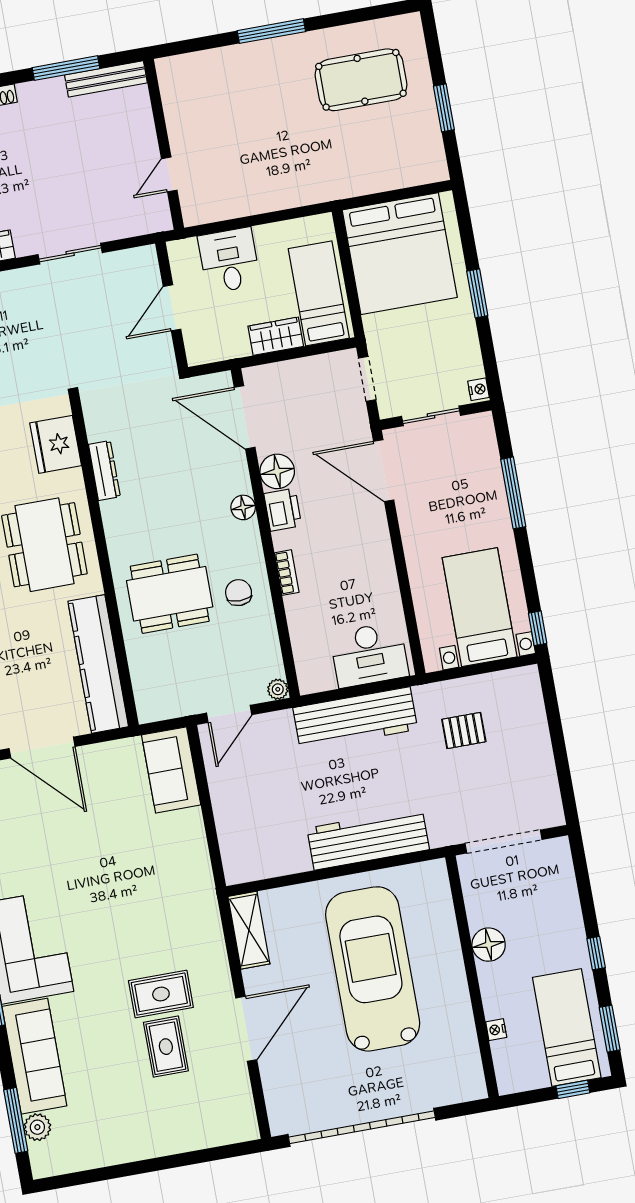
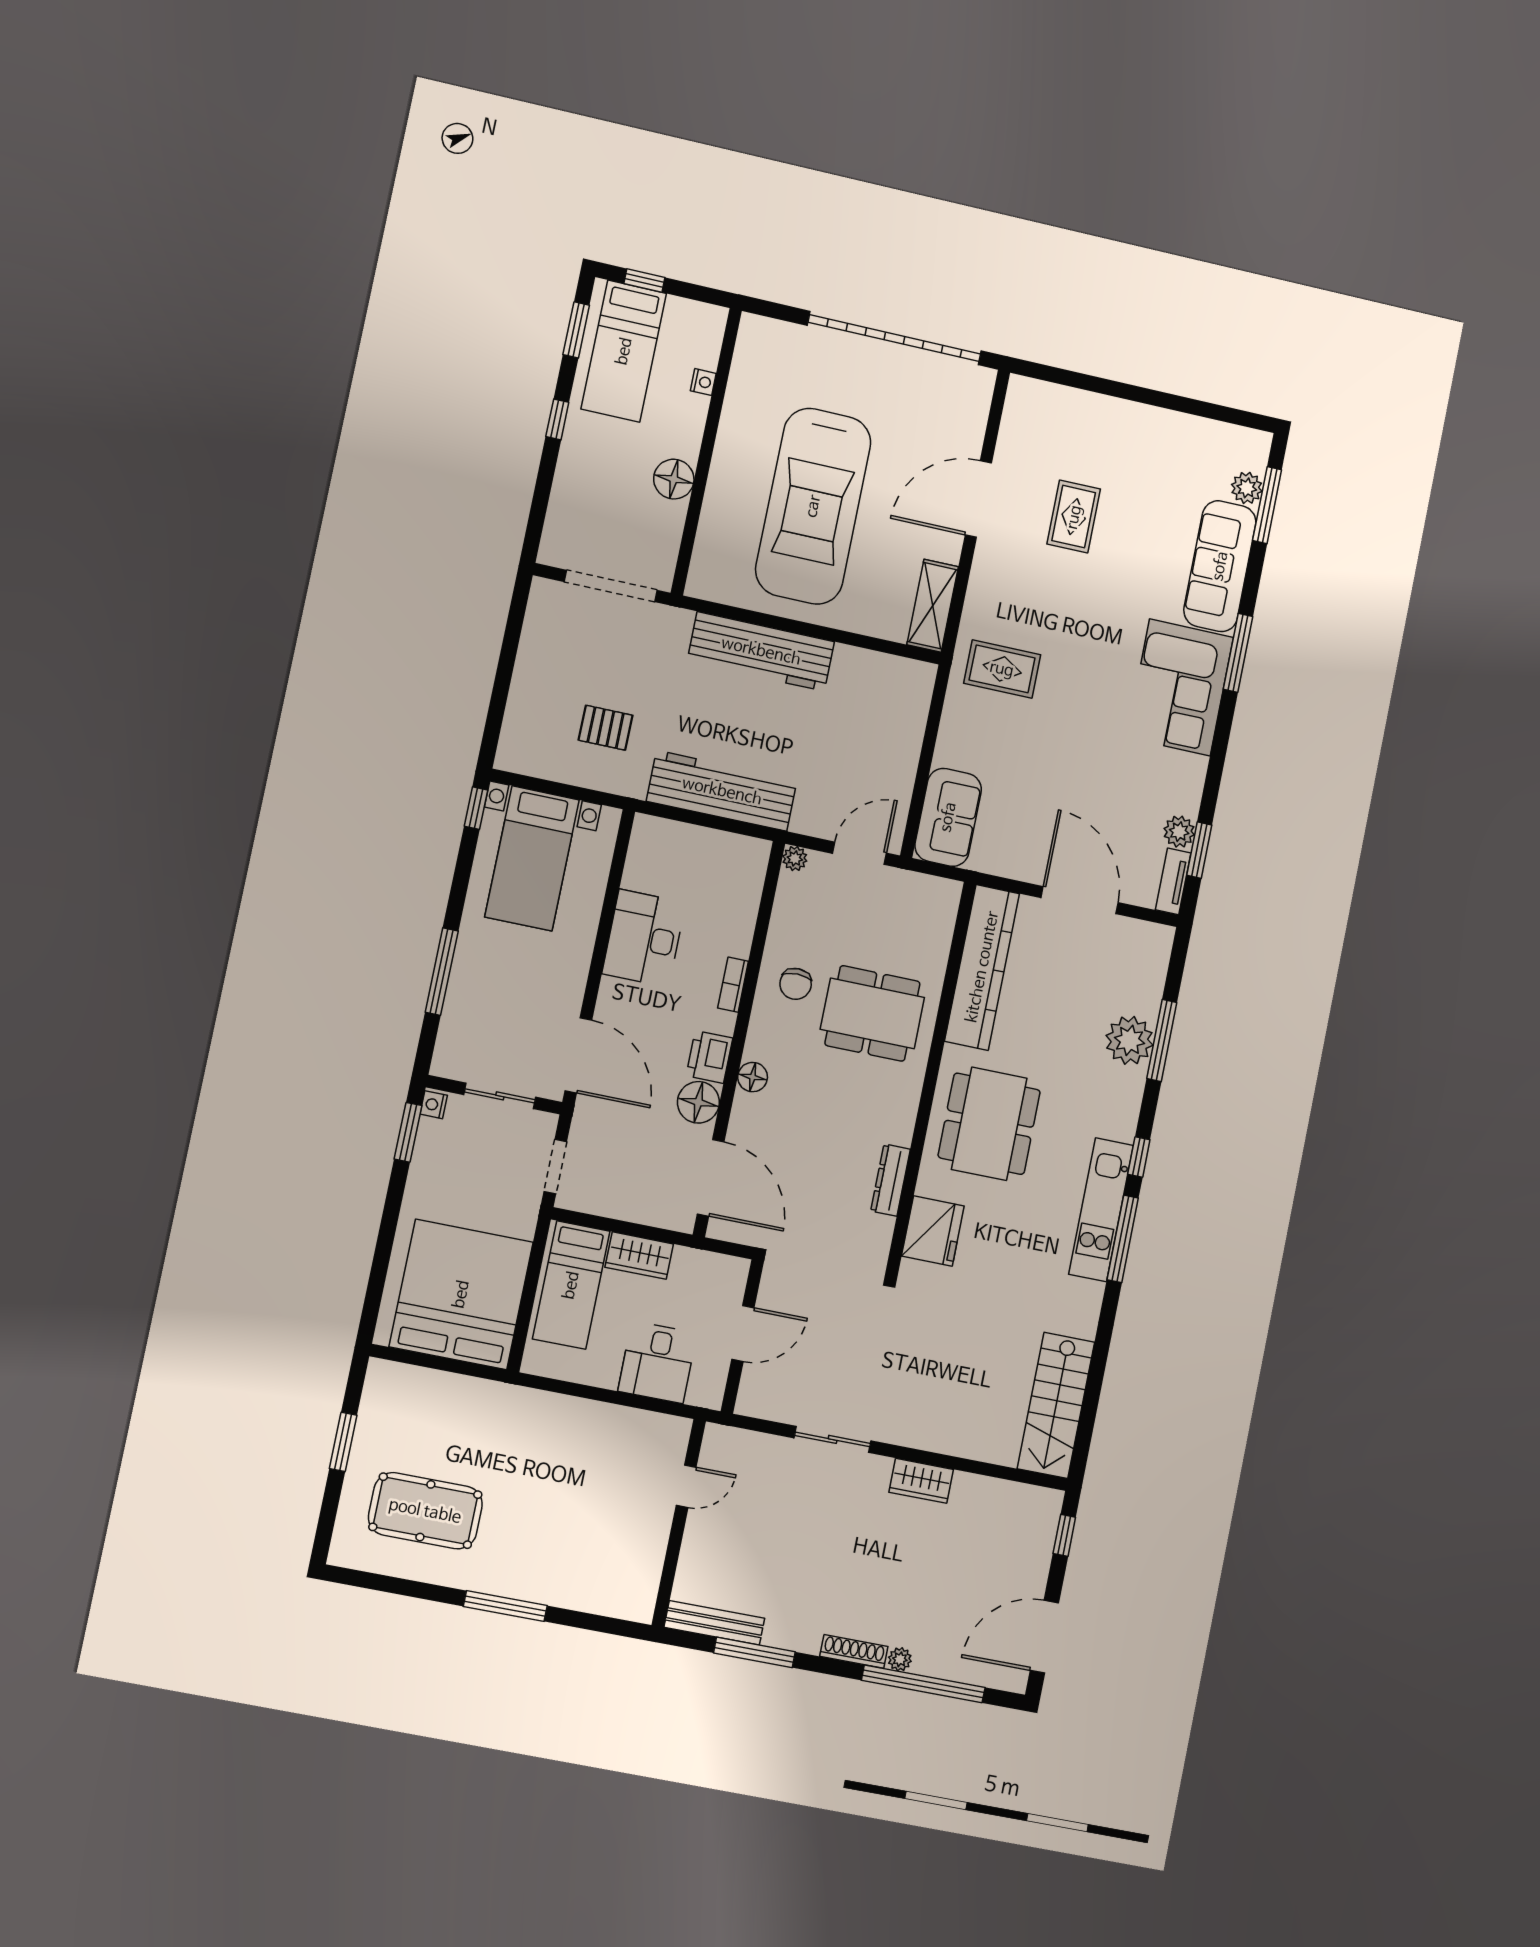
window: (477, 293) -> (408, 1132), moved
desk: (369, 655) -> (644, 938), moved, turned -90
rug: (161, 994) -> (1002, 669), moved

